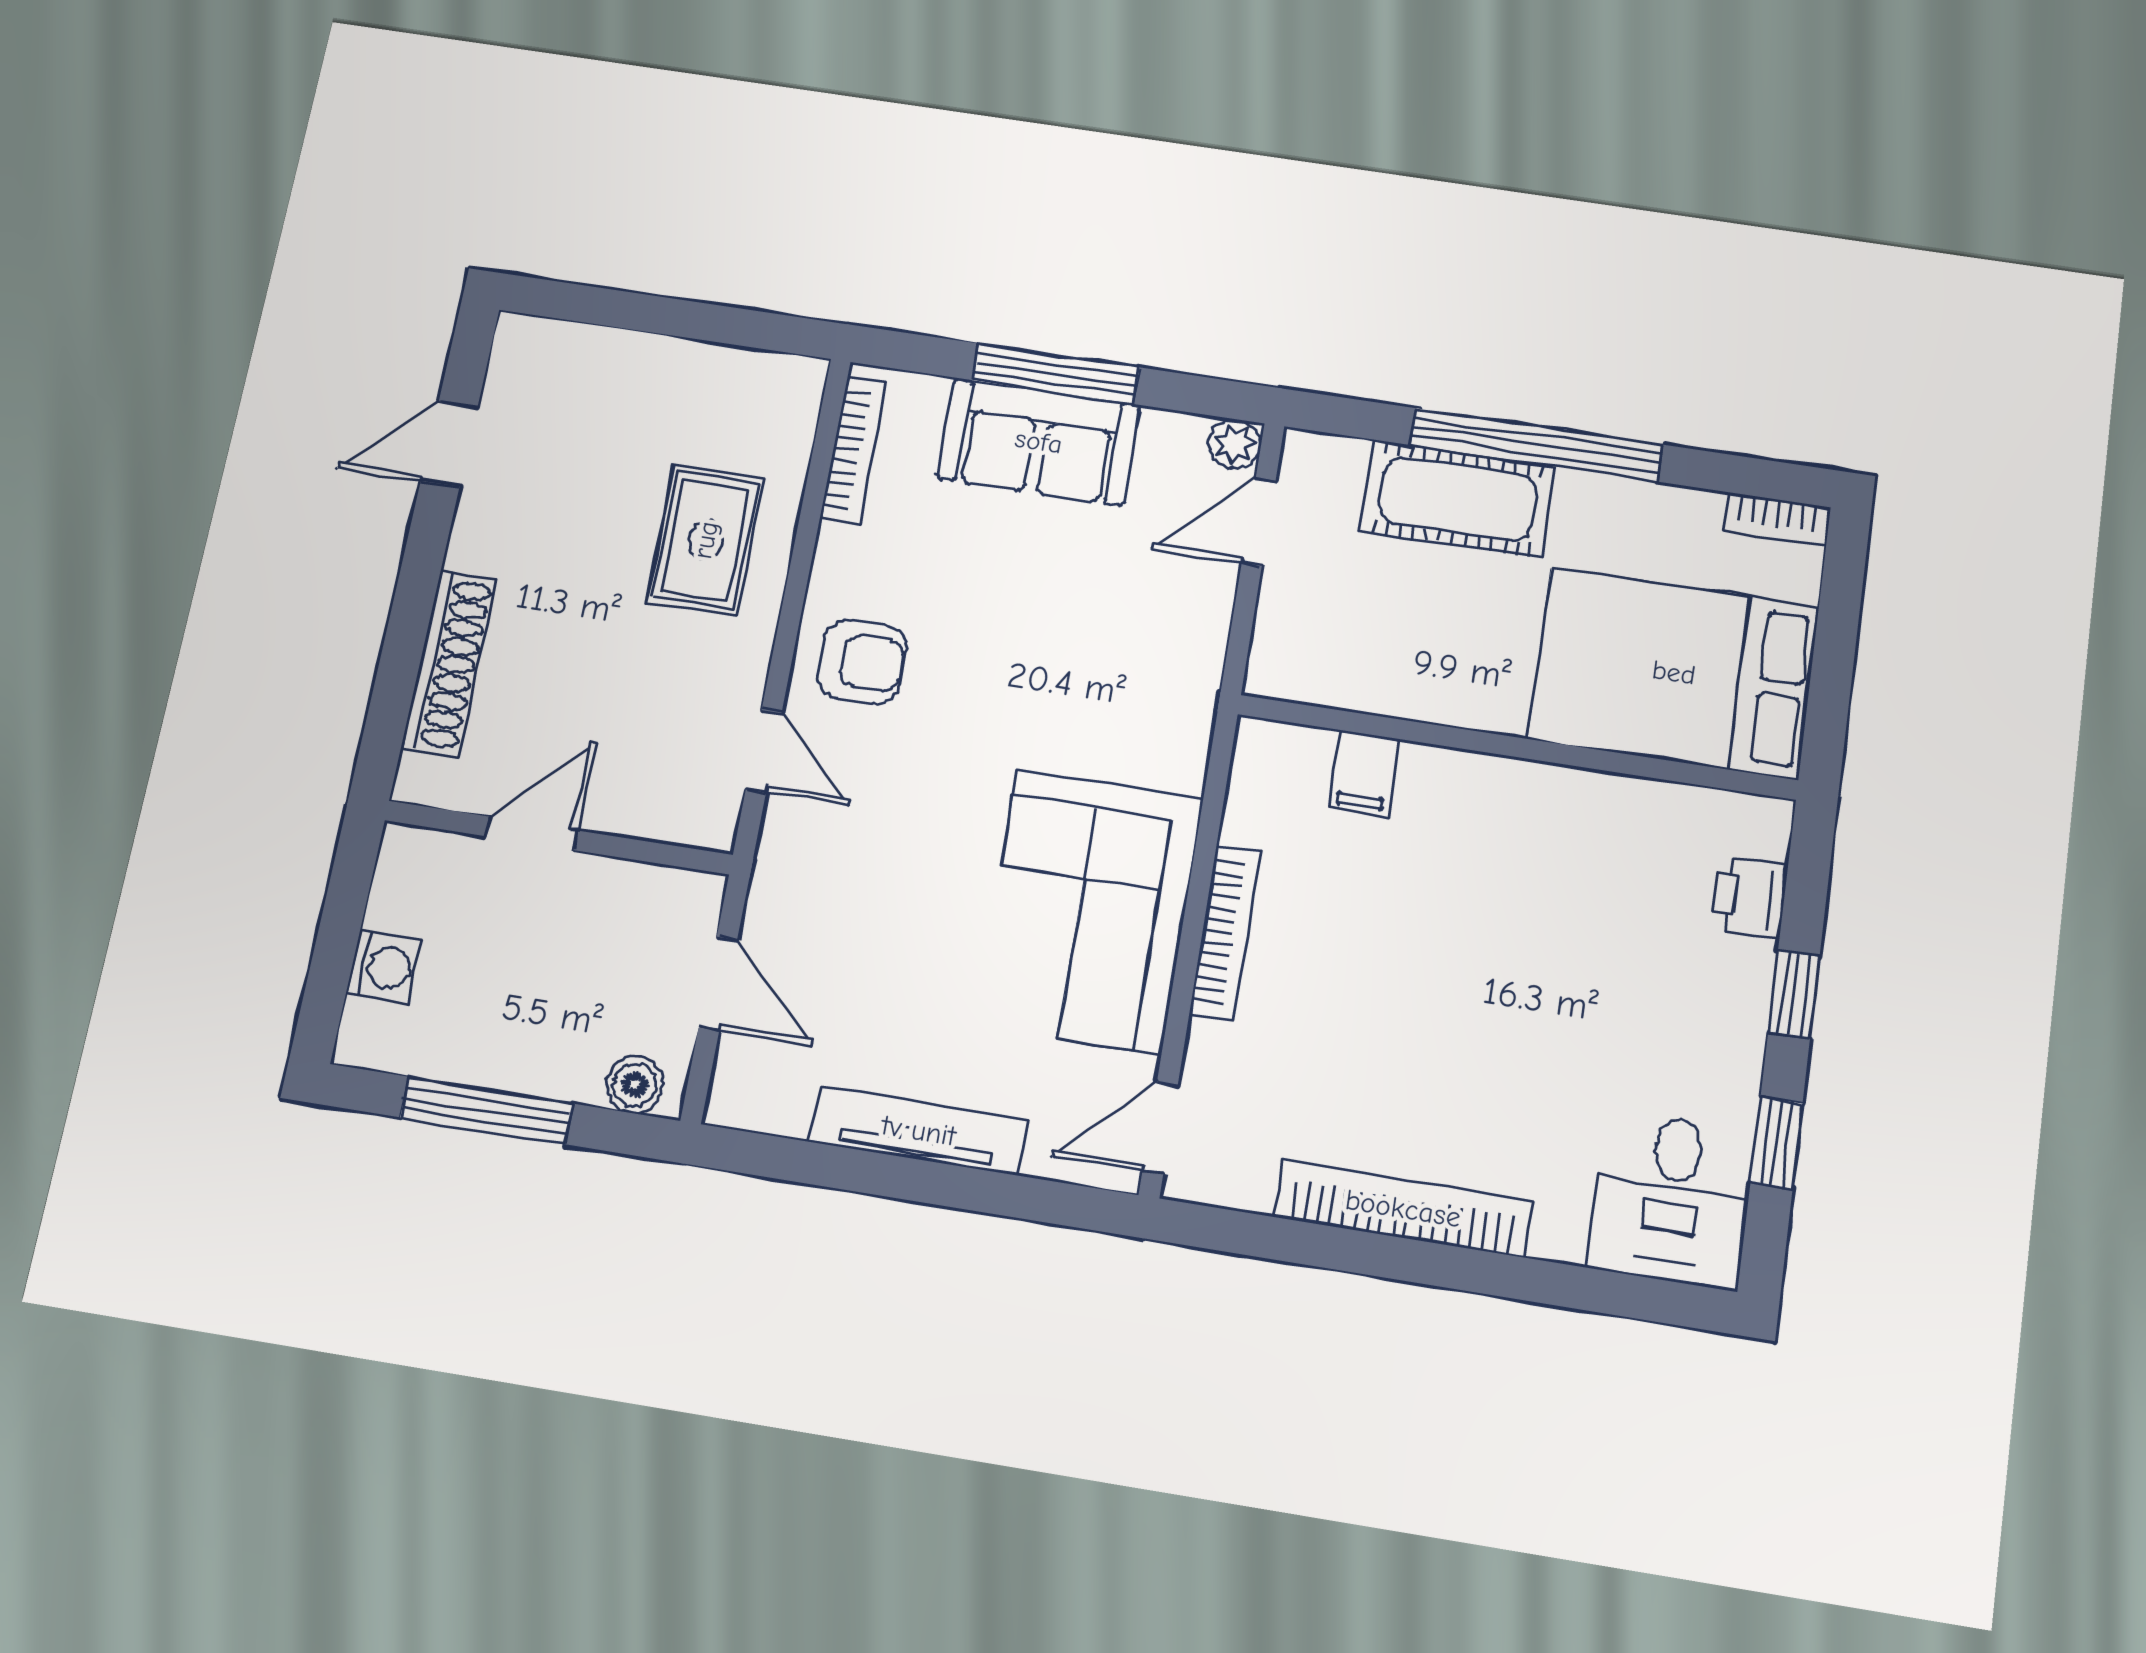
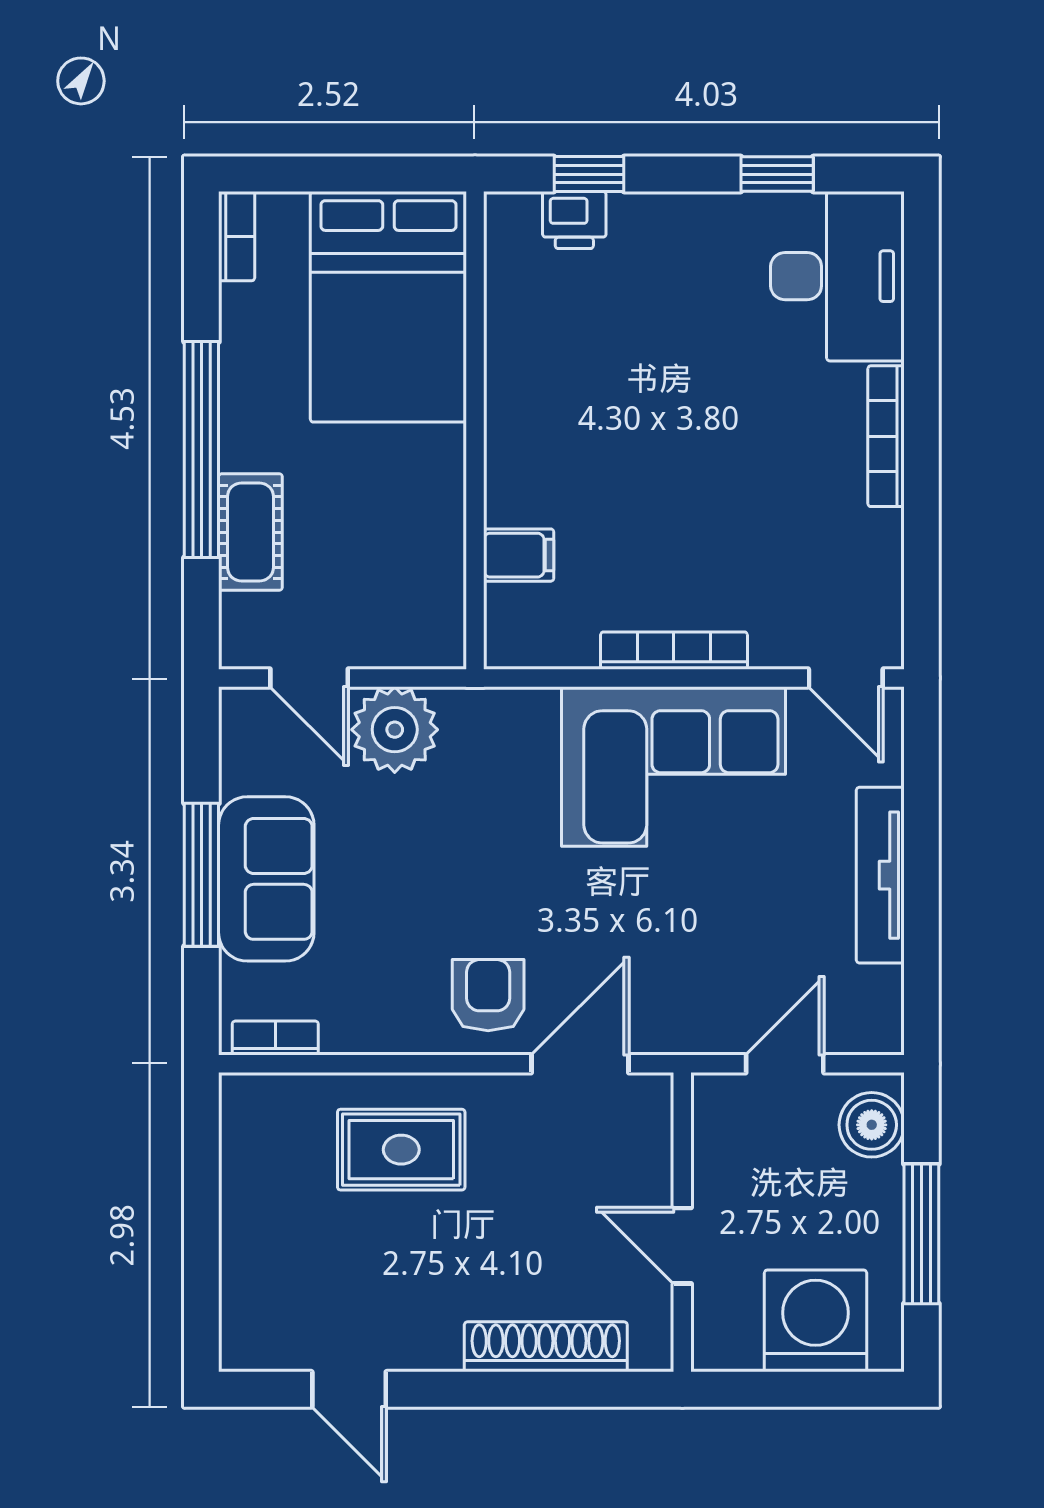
plant: (1235, 444) -> (395, 730), moved, width x1.88, depth x1.88
bookcase: (853, 450) -> (275, 1038), width x0.64
cot: (1458, 499) -> (250, 532), width x0.73, depth x0.75
door: (764, 751) -> (580, 1064), width x1.38
washing machine: (384, 967) -> (816, 1321), width x1.89, depth x1.89
window: (1794, 994) -> (589, 174), moved
boiler: (635, 1085) -> (872, 1125), width x1.36, depth x1.36
desk: (1672, 1200) -> (837, 276), width x1.37
bookcase: (1403, 1209) -> (886, 436), width x0.68, depth x0.76

